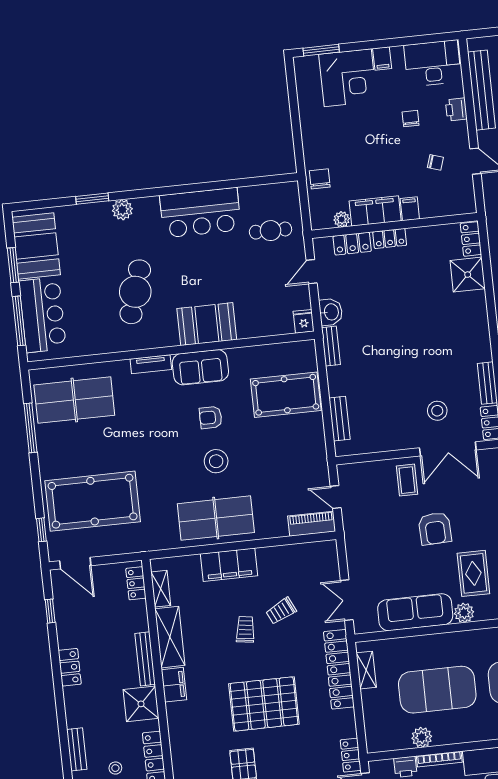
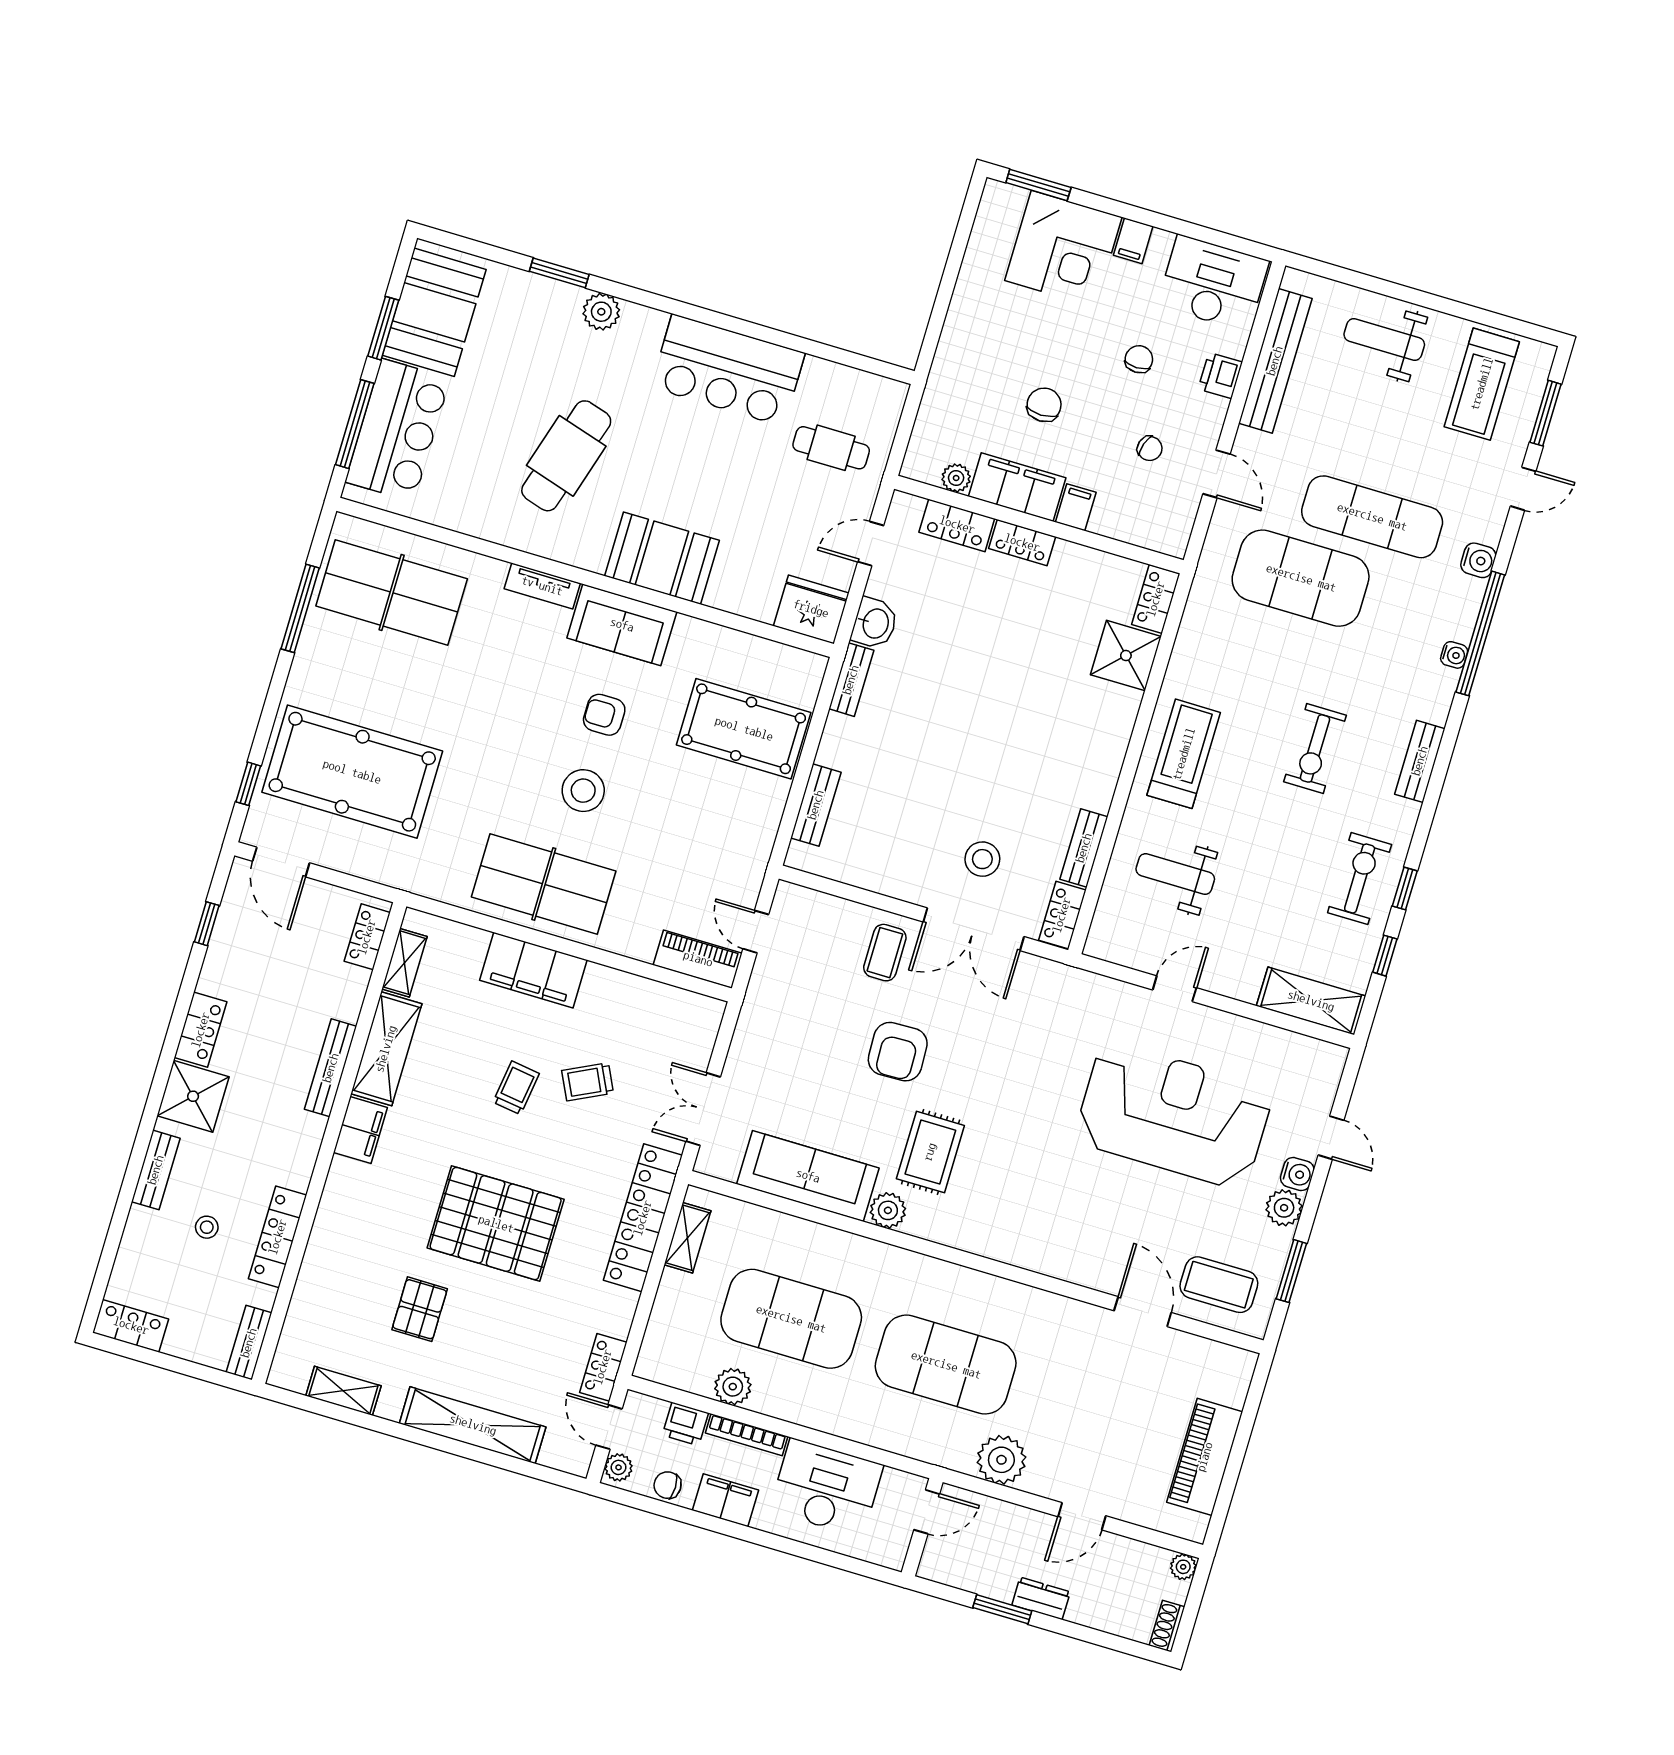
chair: (320, 179) -> (1044, 405), moved
fridge: (304, 321) -> (811, 609), width x1.88, depth x1.34
shower: (141, 704) -> (193, 1096), moved

